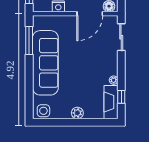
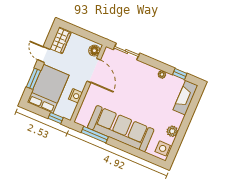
fireplace: (111, 102) -> (185, 98), moved, turned 90
plant: (77, 113) -> (172, 131), moved

